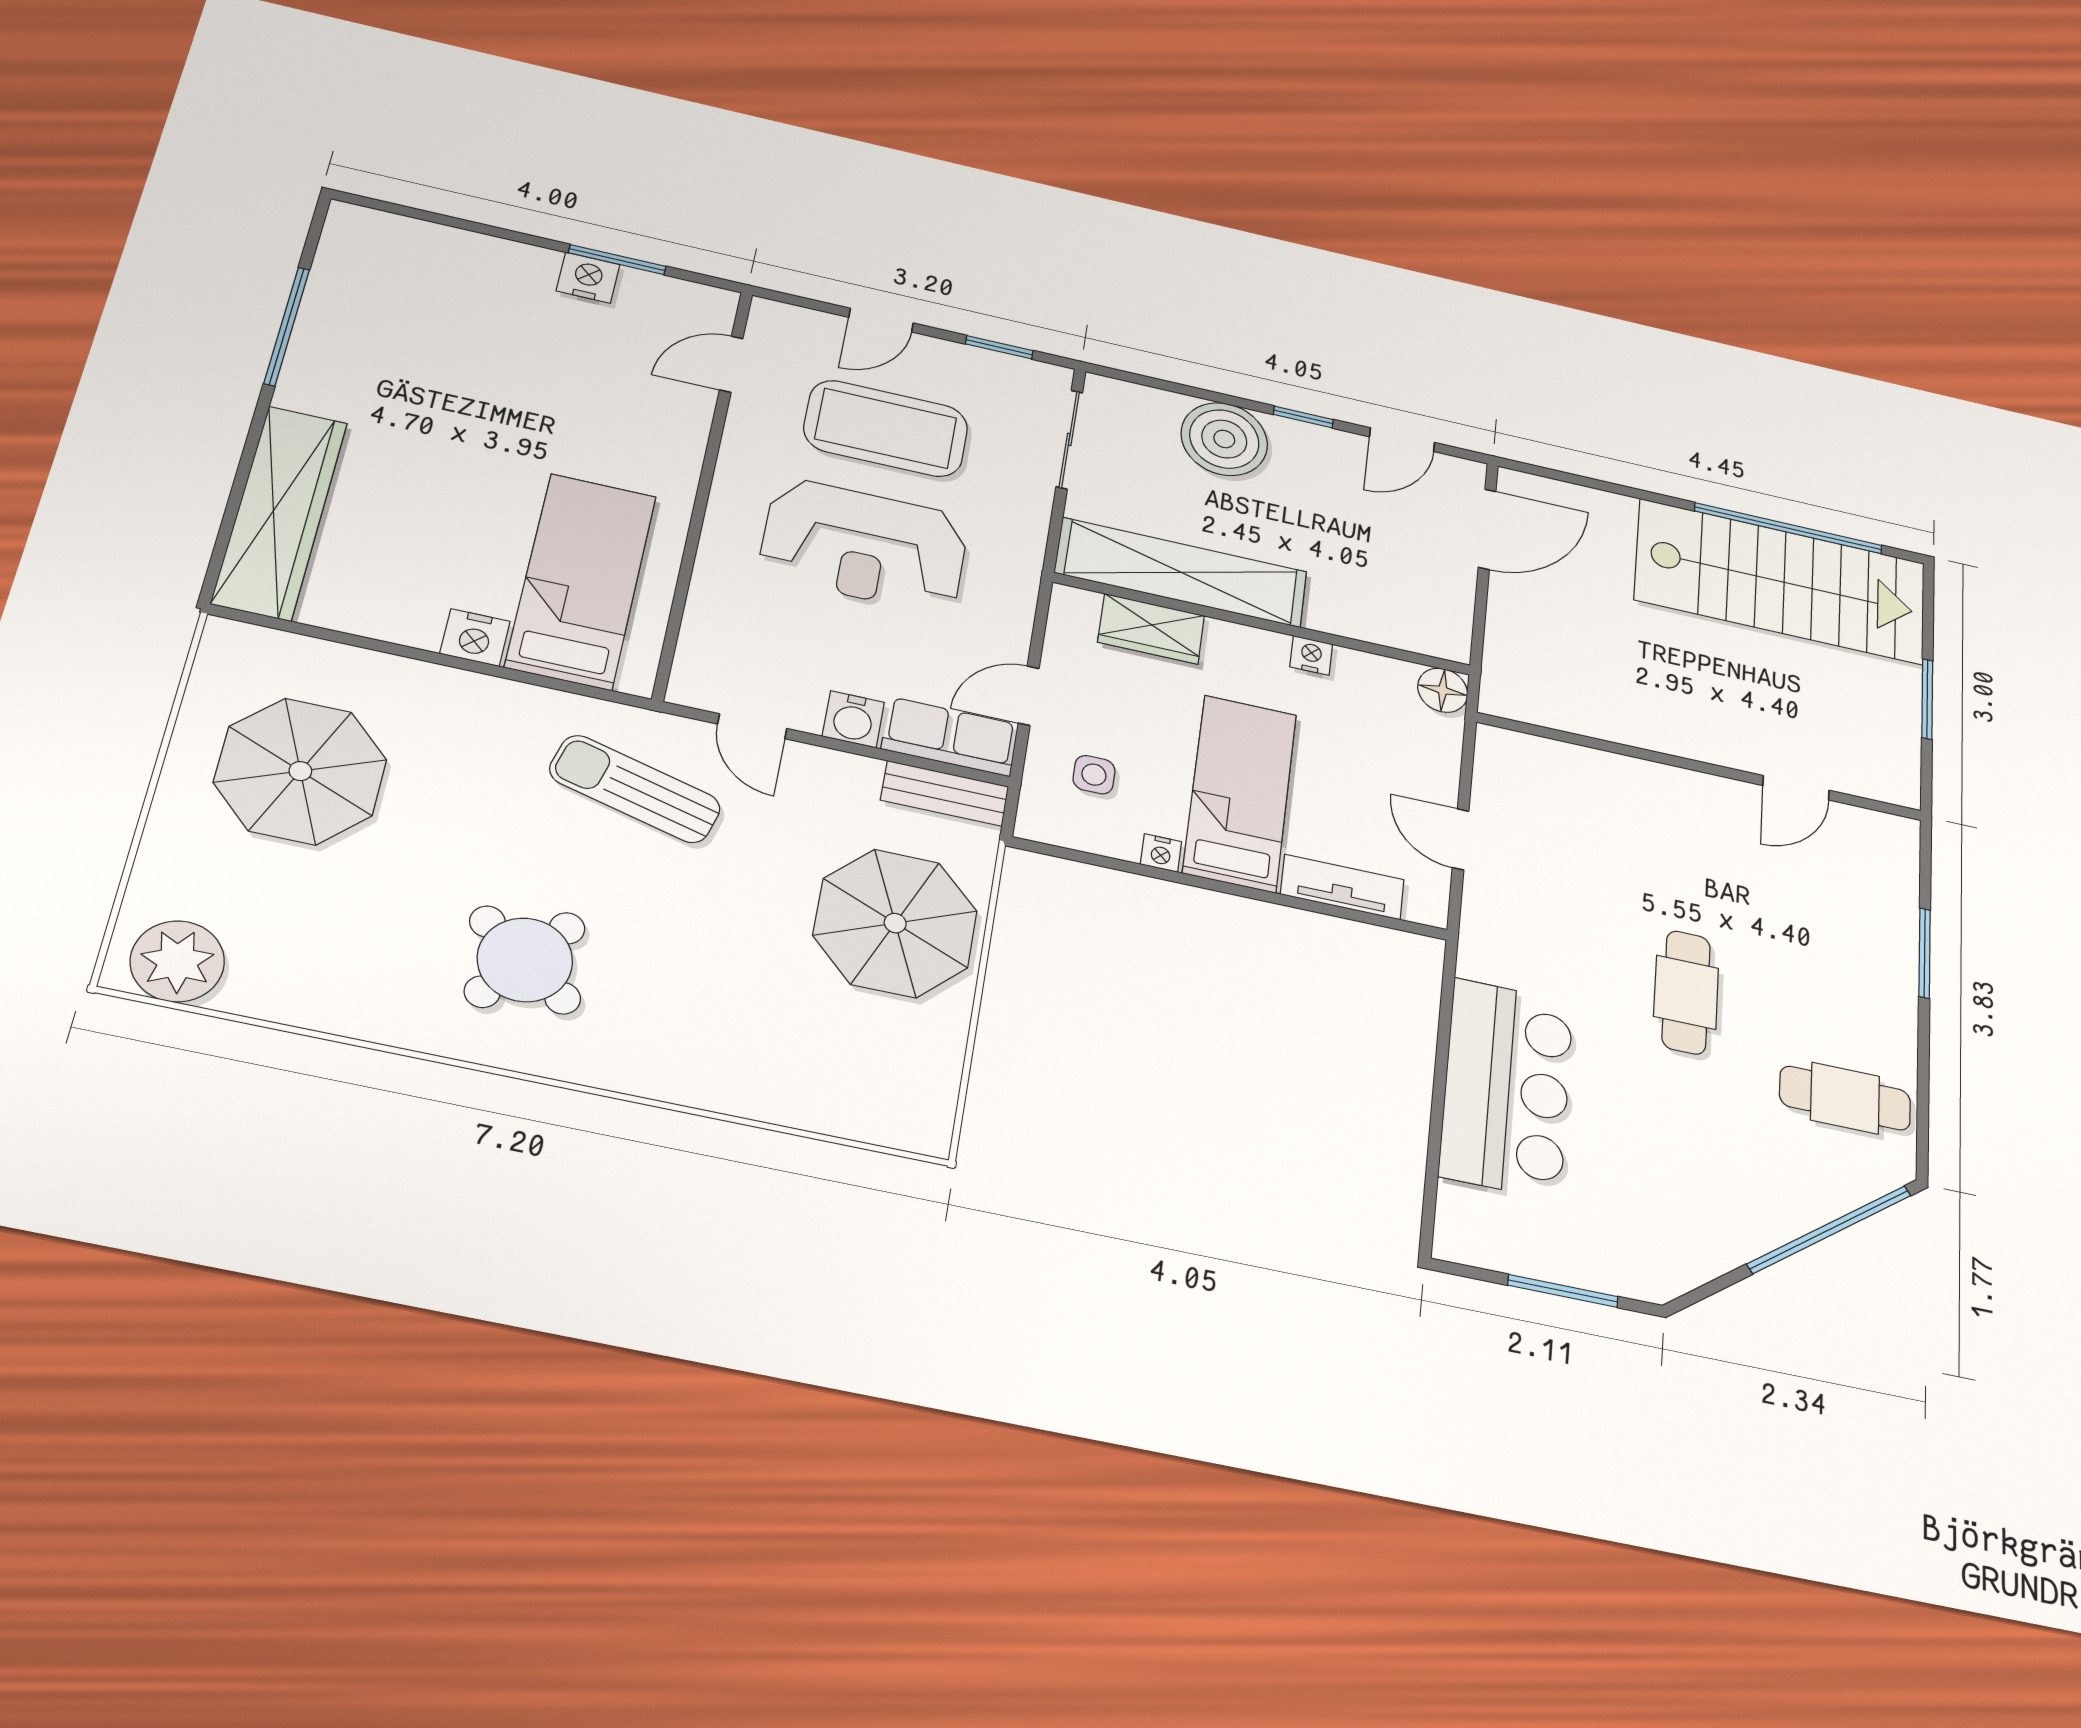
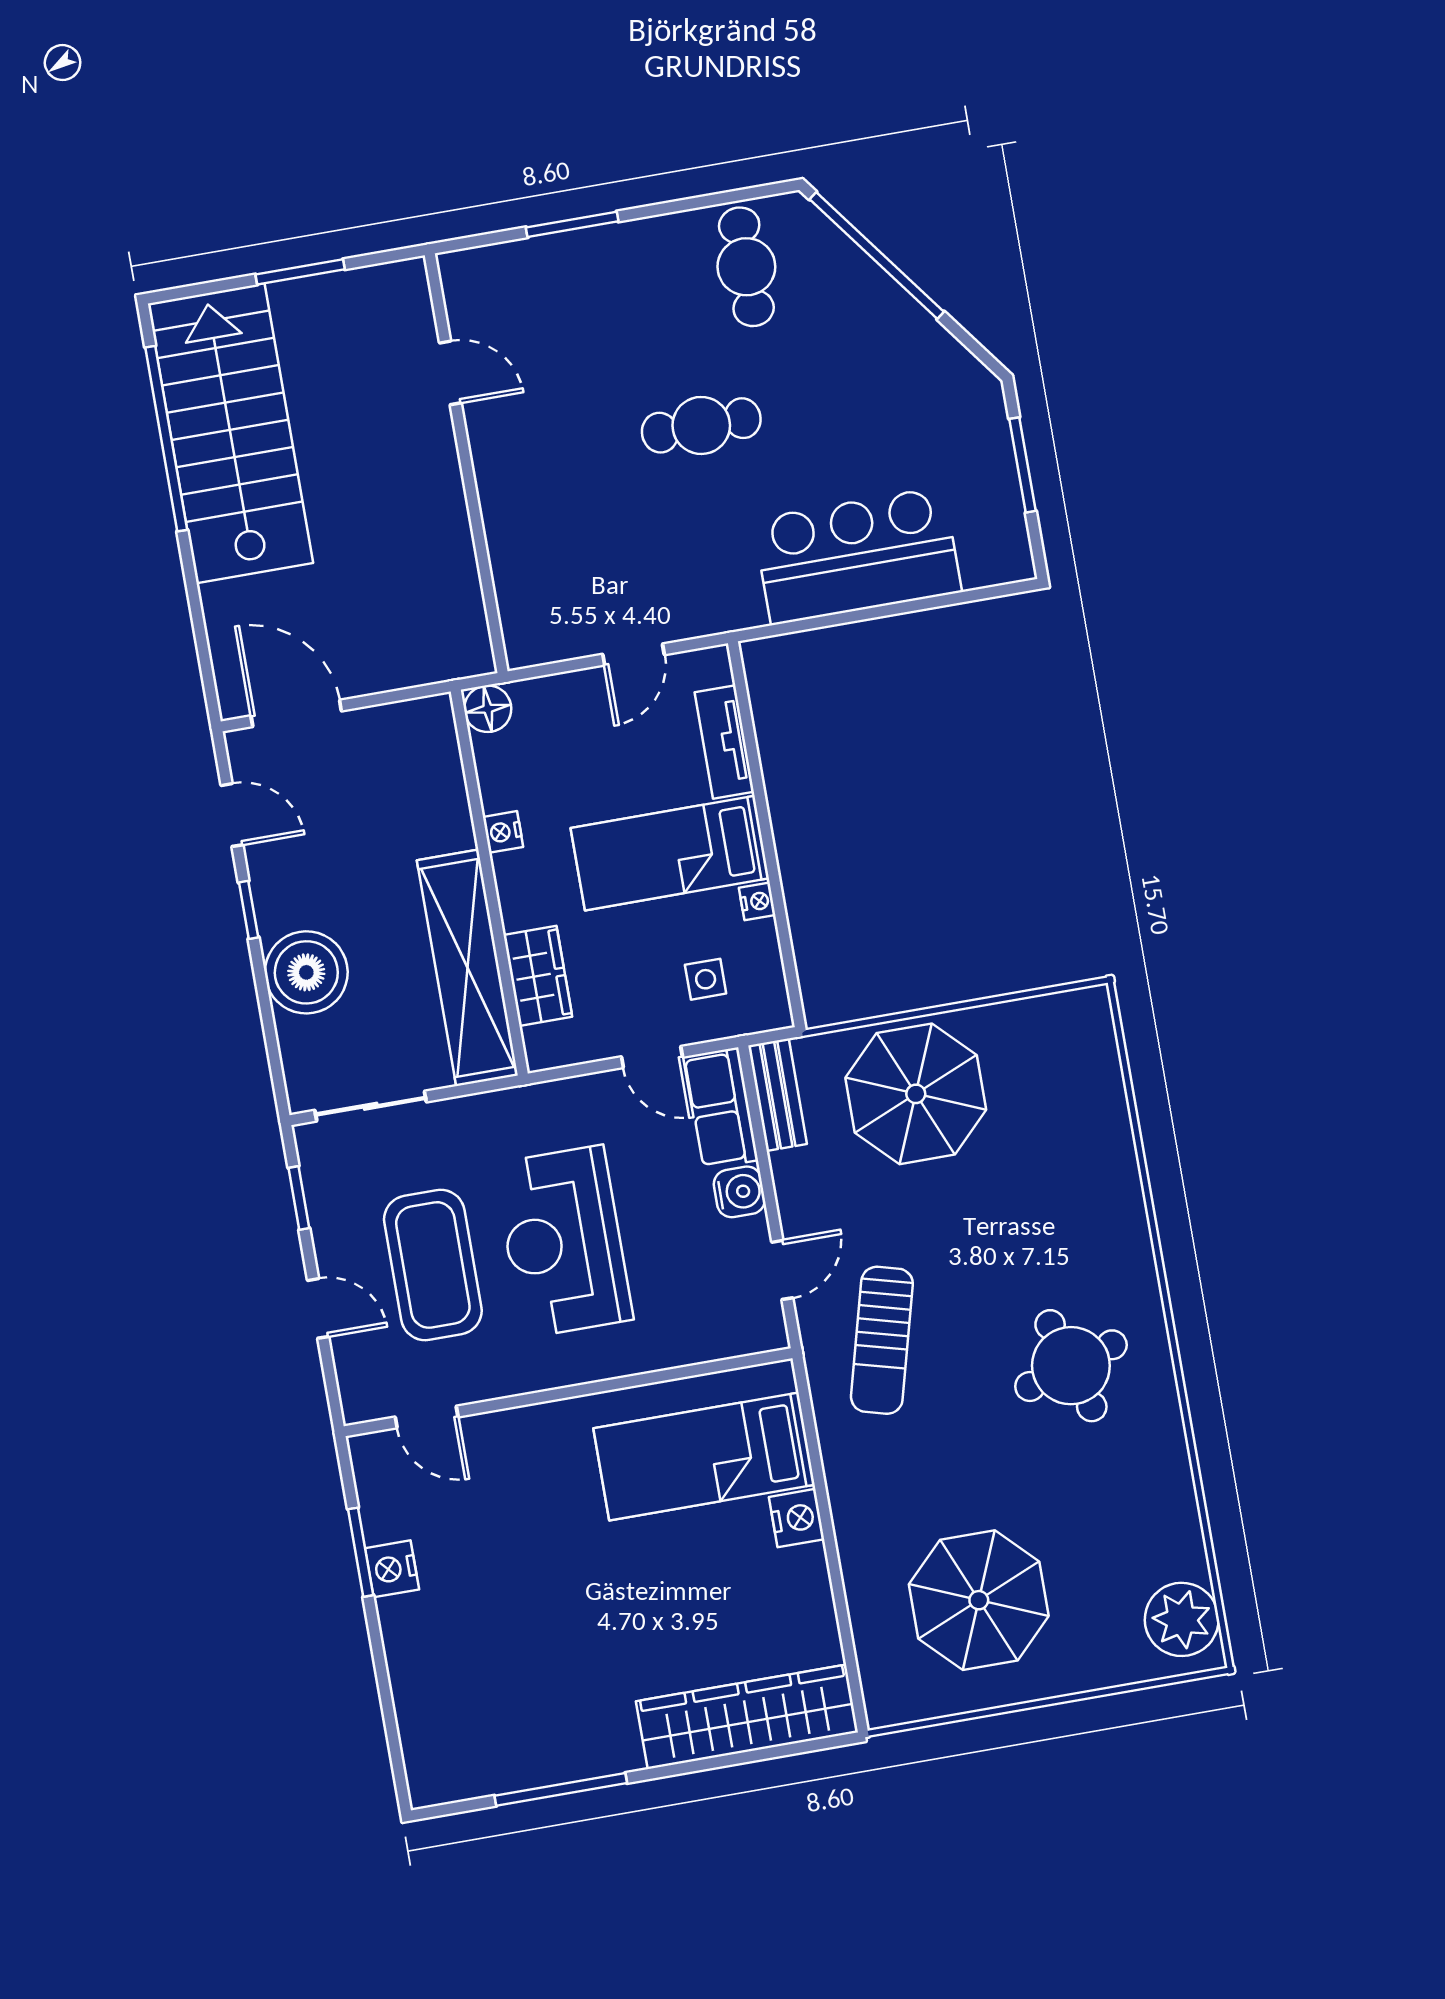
reception desk: (864, 546) -> (563, 1242), turned 180
round table: (525, 960) -> (1071, 1366), turned 36

